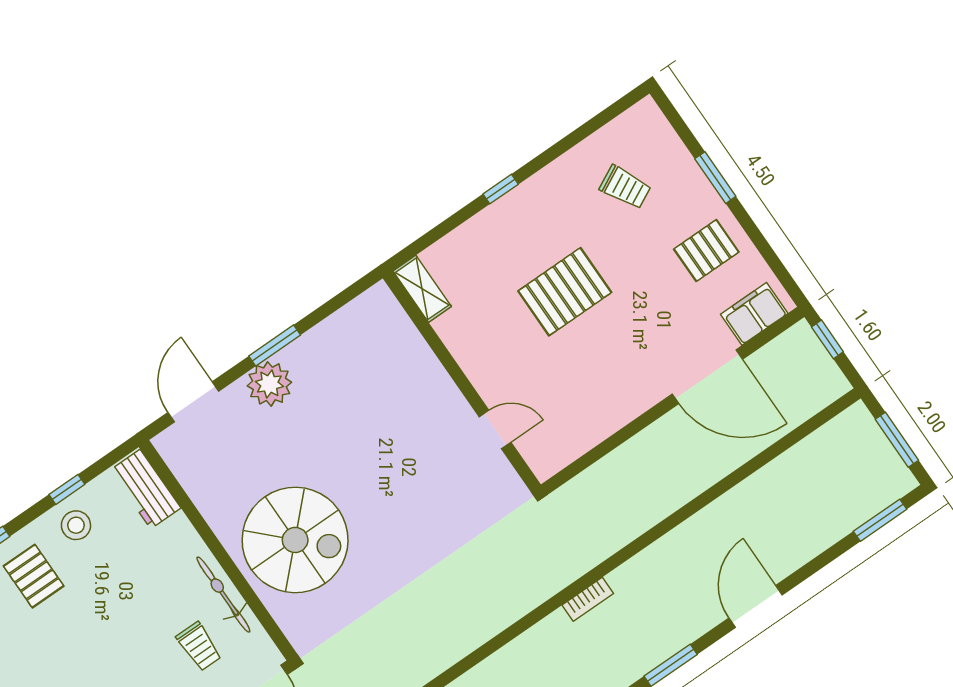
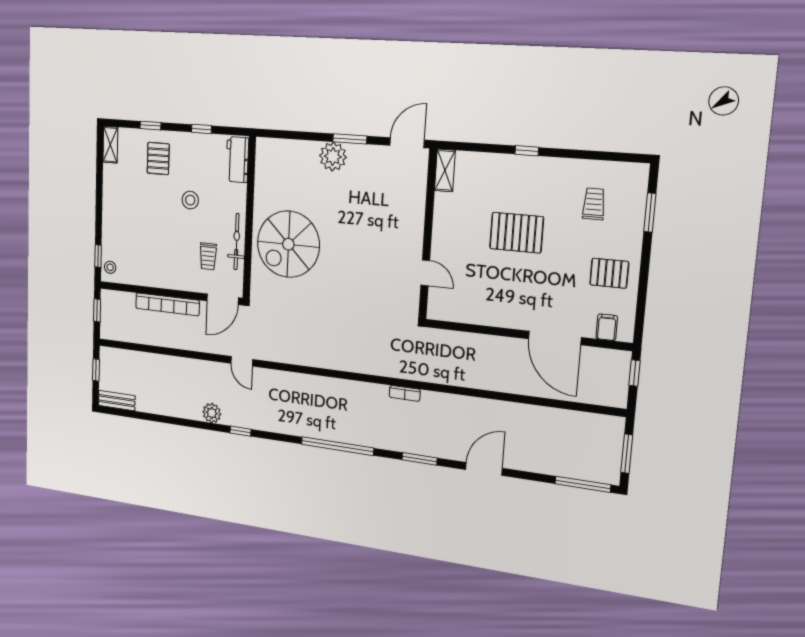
window: (715, 178) -> (650, 213), moved
trolley: (625, 187) -> (594, 204), turned -153
filing cabinet: (754, 314) -> (607, 327), width x0.50
door: (193, 402) -> (407, 143), moved
window: (880, 520) -> (583, 484), width x1.44
stool: (76, 525) -> (190, 200), moved
spiral stairs: (295, 540) -> (288, 244), turned 90

